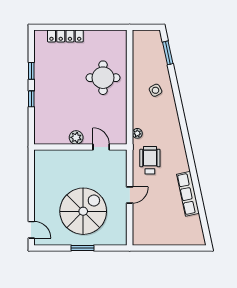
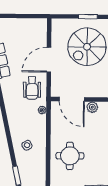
door: (101, 147) -> (72, 99), width x1.87
door: (130, 195) -> (49, 60), width x1.88

